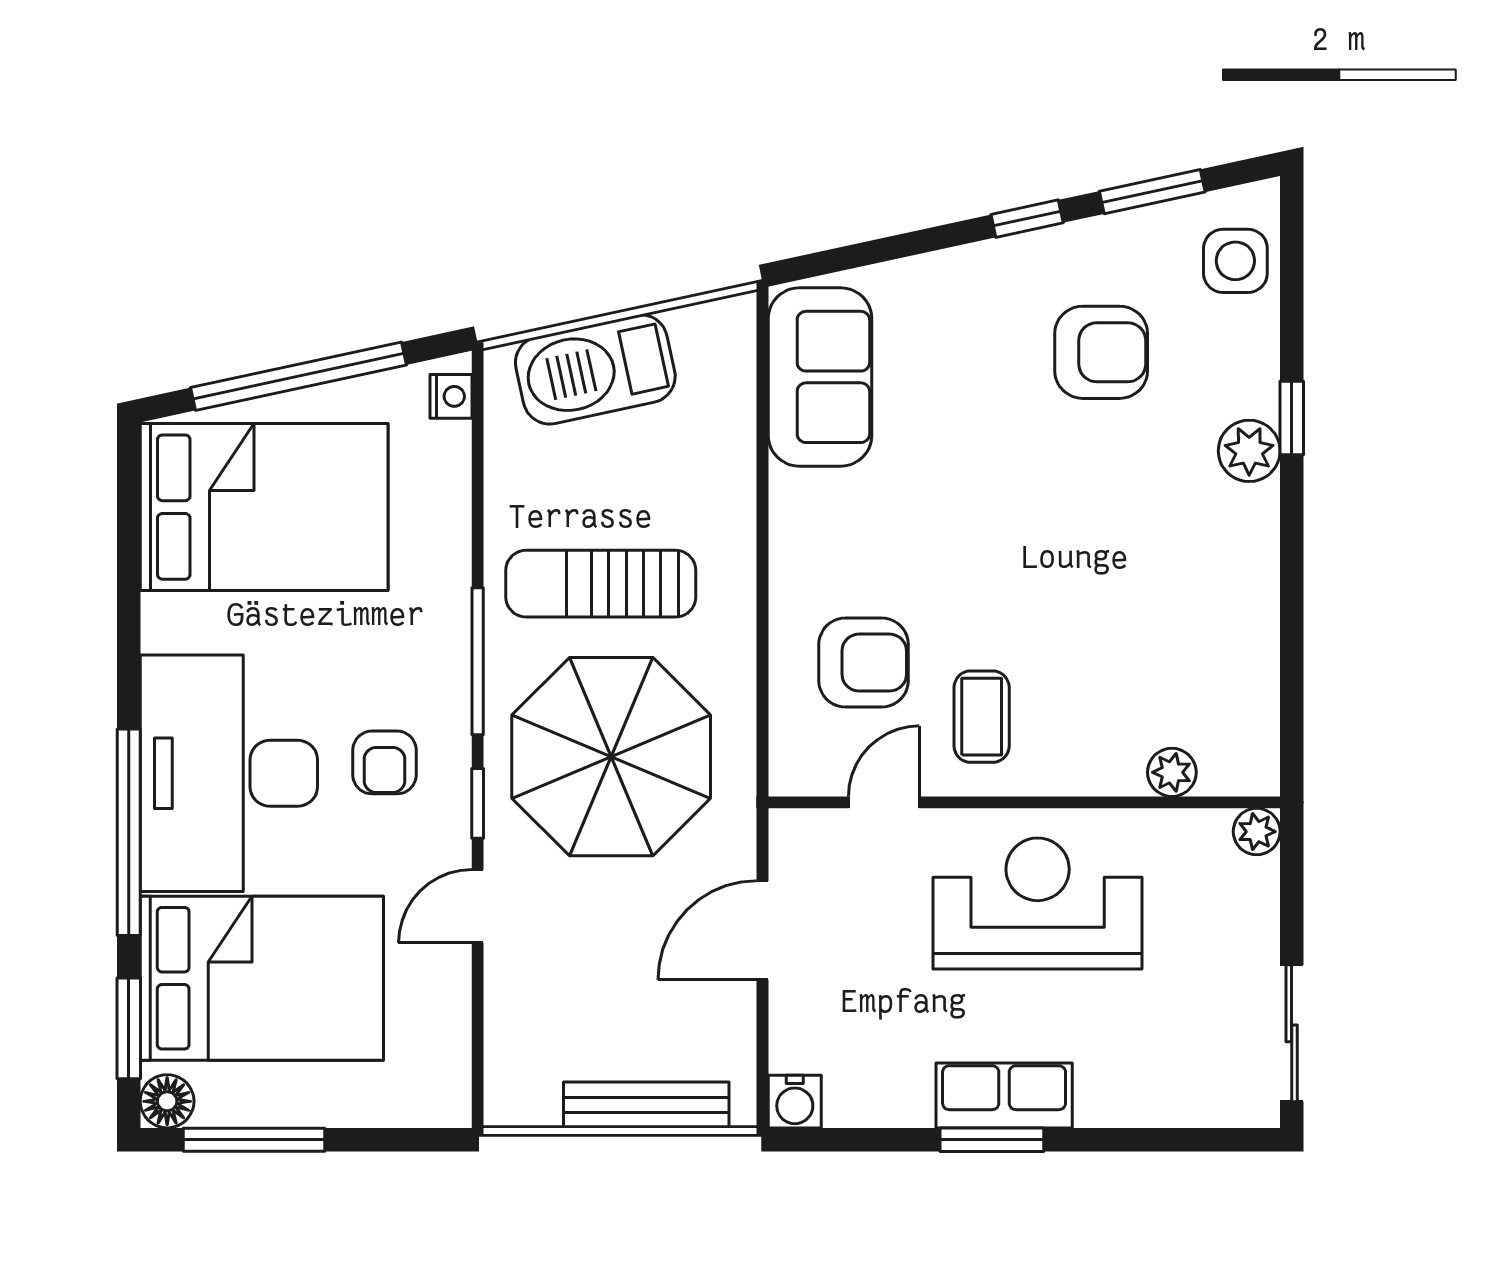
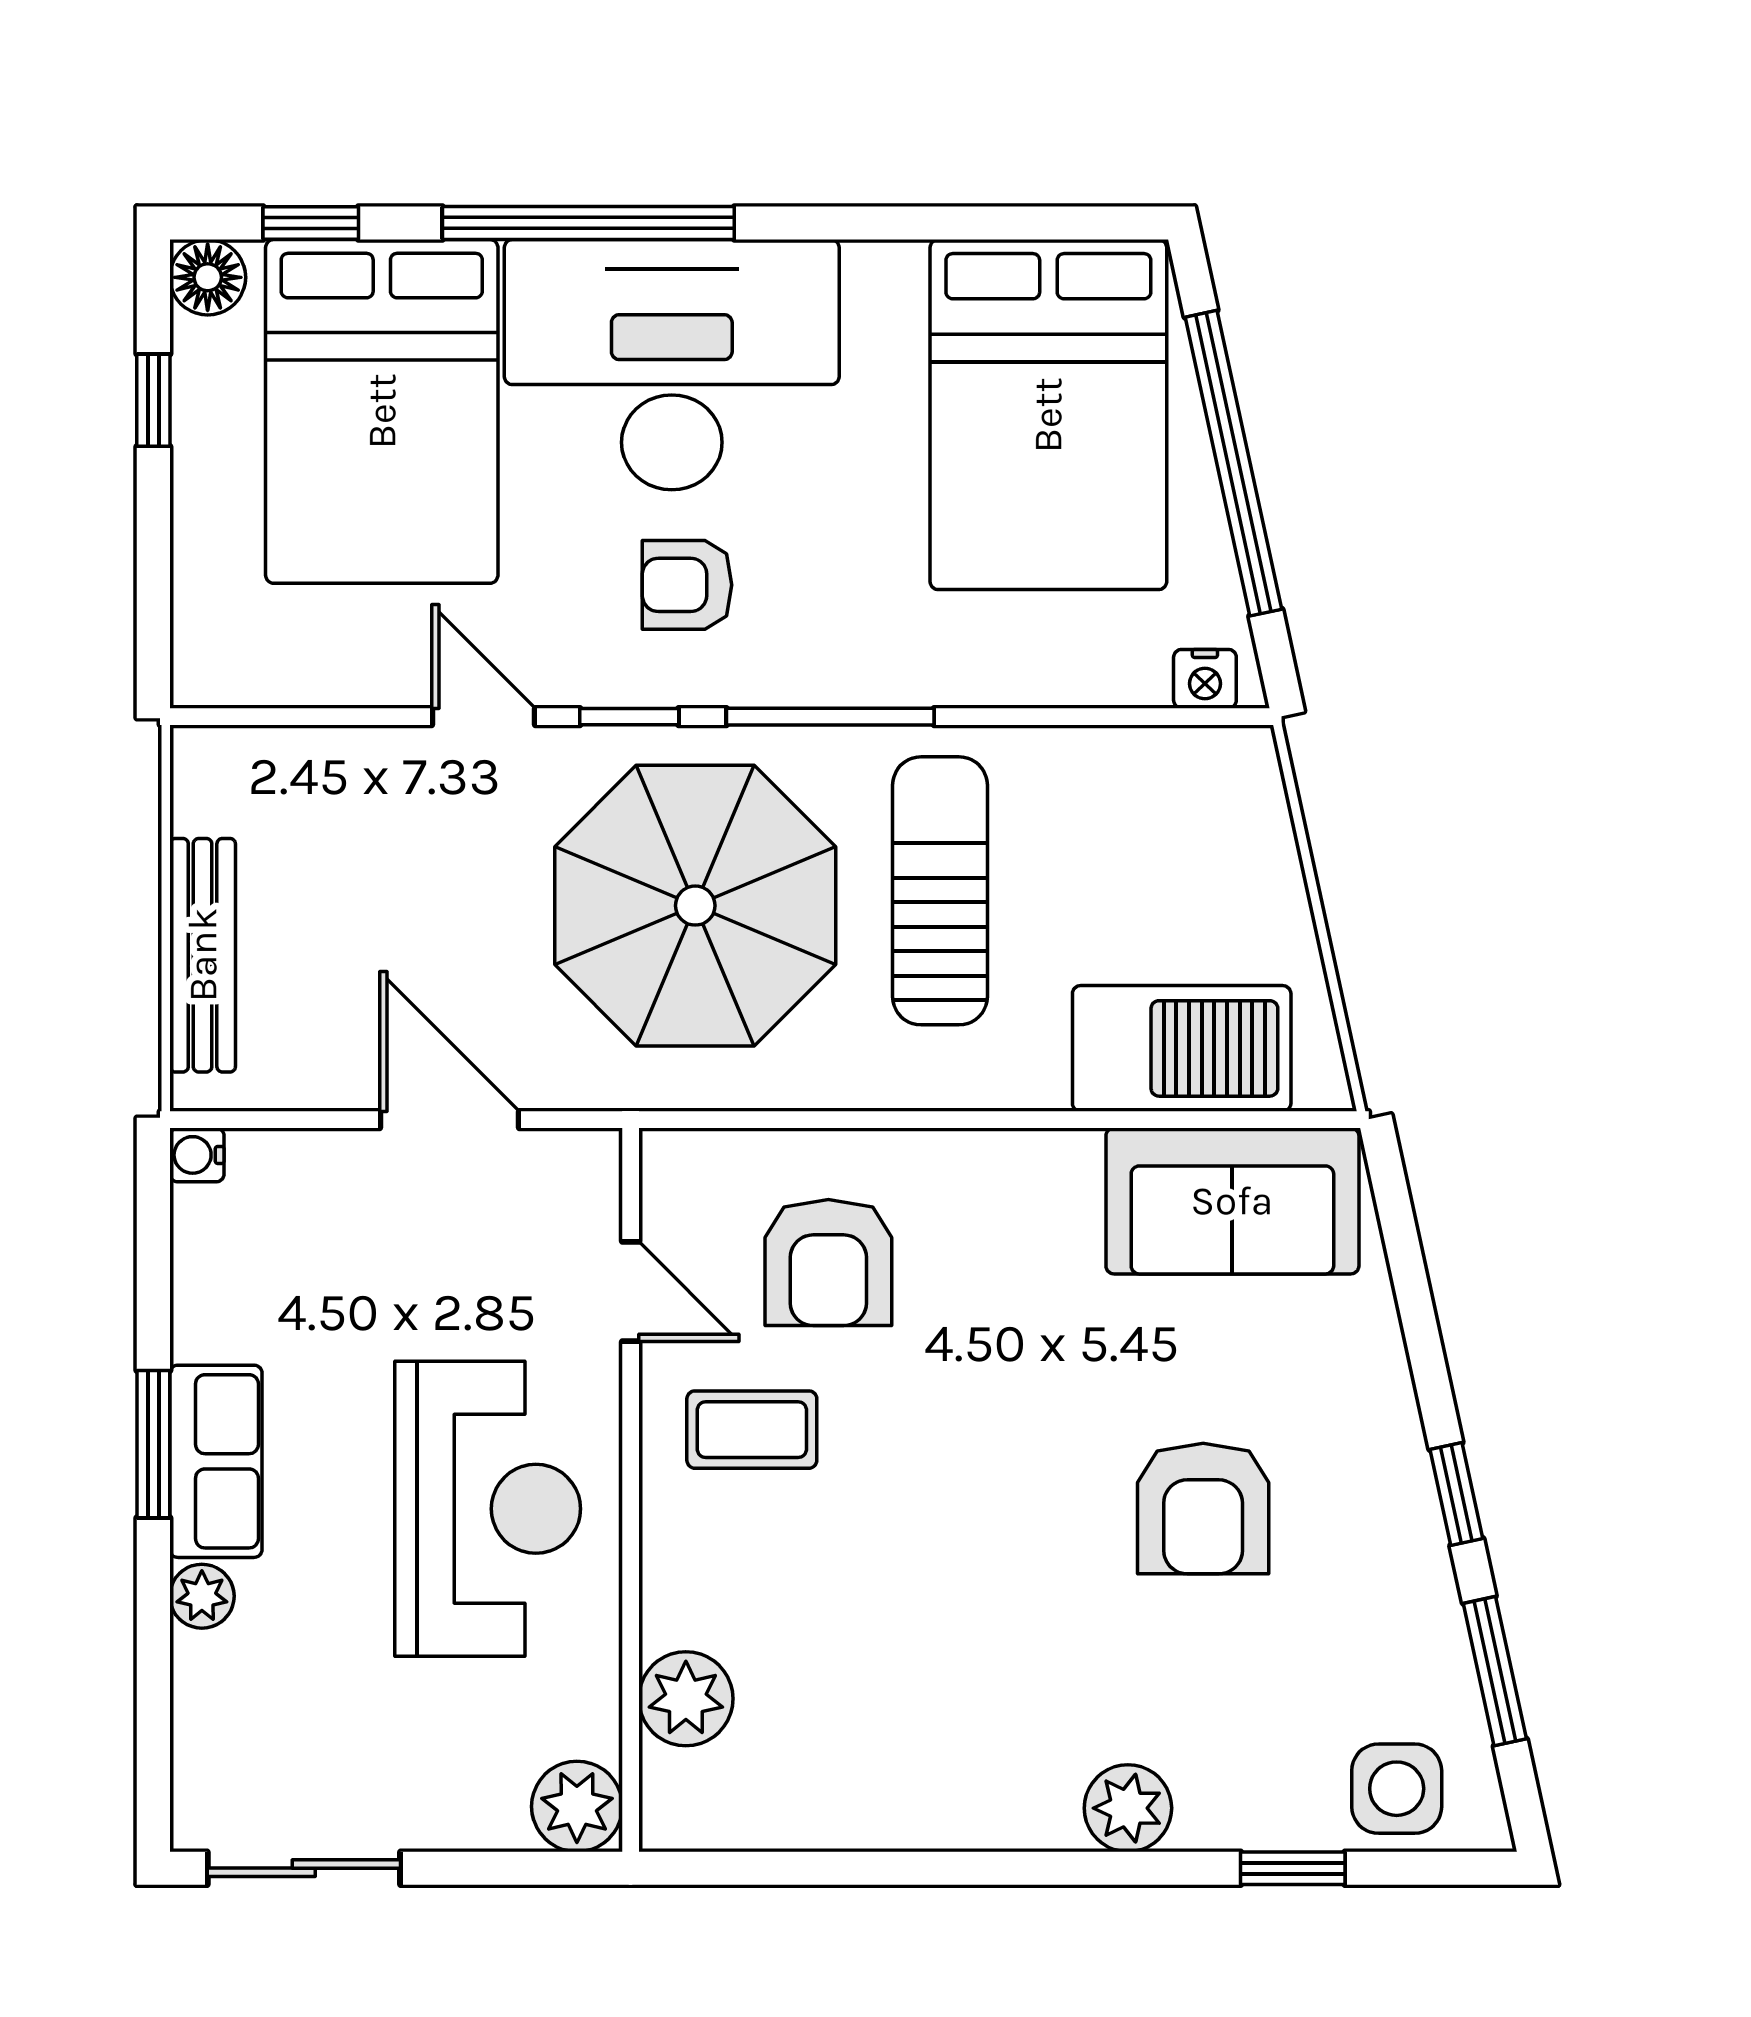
armchair: (1101, 352) -> (1203, 1508), moved
barbecue: (595, 369) -> (1182, 1048), moved, turned 102
window: (1292, 418) -> (1293, 1868), moved
plant: (1172, 772) -> (686, 1699), width x1.38, depth x1.38
plant: (1257, 832) -> (577, 1806), width x1.38, depth x1.38
window: (129, 1028) -> (311, 223), width x0.67
water cooler: (795, 1102) -> (197, 1155), width x0.72, depth x0.72
plant: (1099, 1105) -> (202, 1596), added
window: (254, 1140) -> (153, 400), width x0.46

